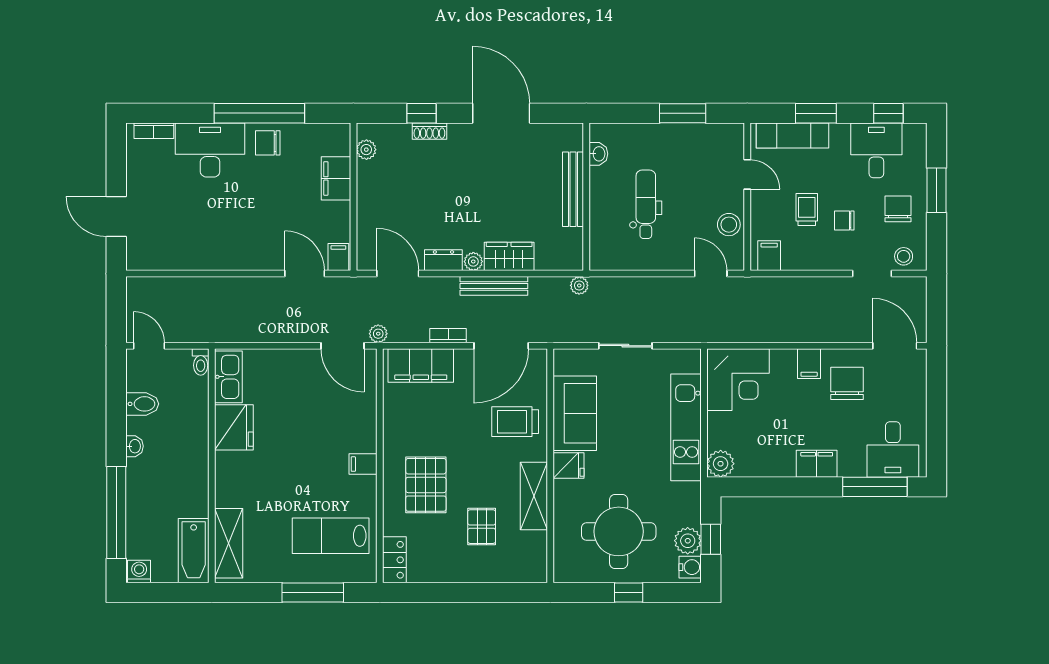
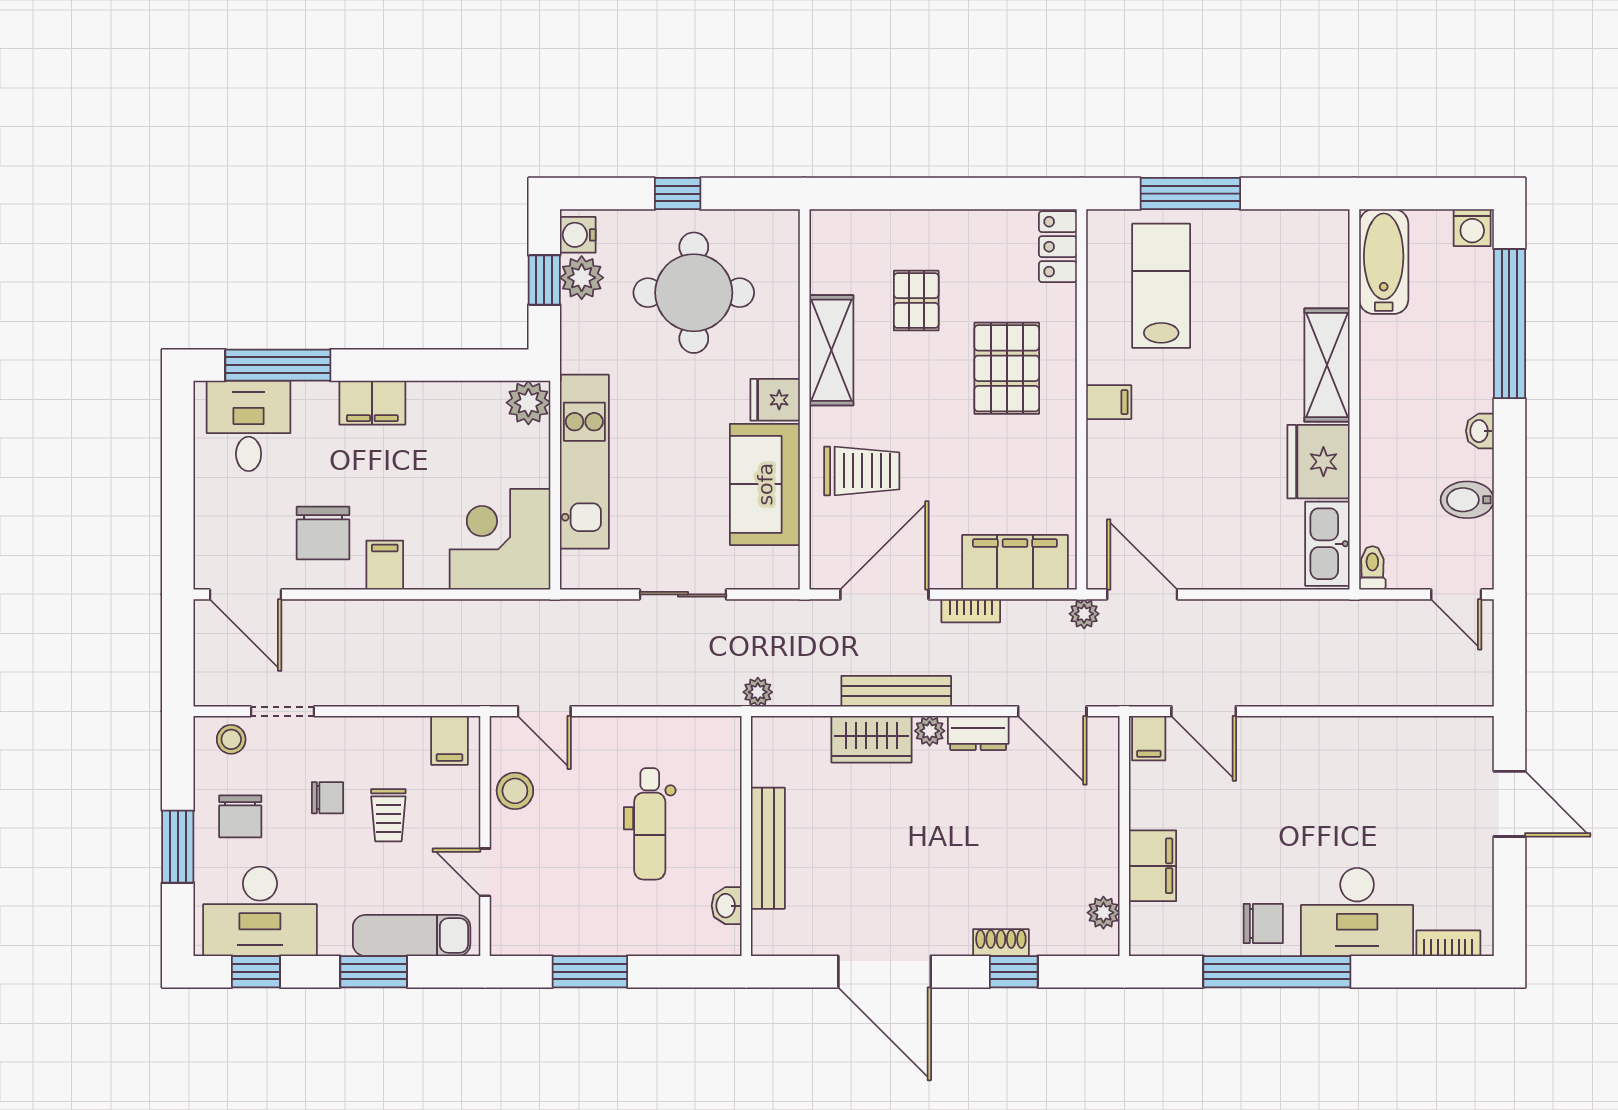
desk: (876, 150) -> (260, 911), width x1.37
lab bench: (331, 536) -> (1161, 286), turned -90
shelving: (229, 543) -> (1327, 365), moved

